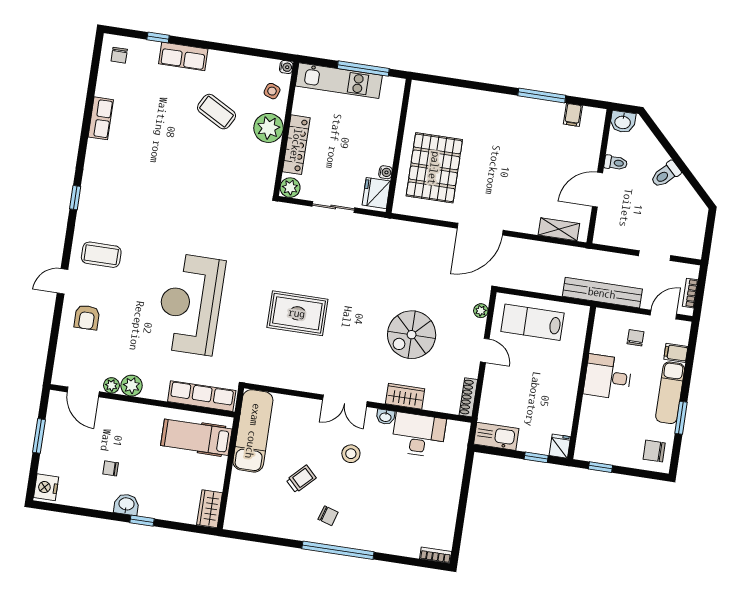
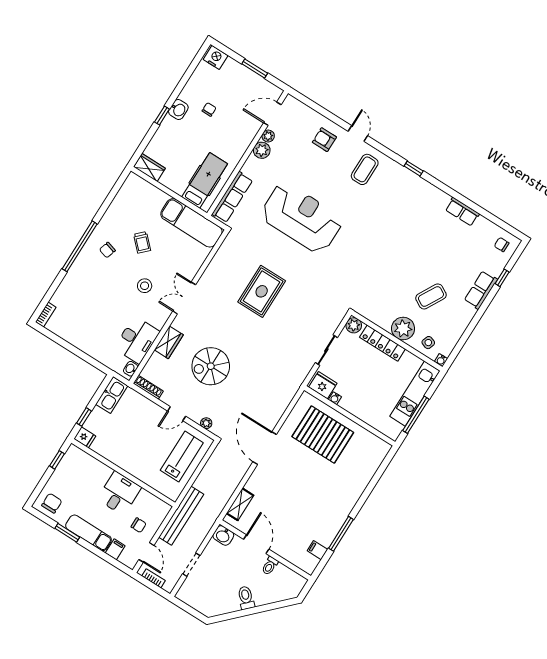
washbasin: (623, 122) -> (223, 535), moved, turned -90
spiral stairs: (412, 335) -> (211, 366), turned -90
washbasin: (385, 417) -> (131, 369), moved

